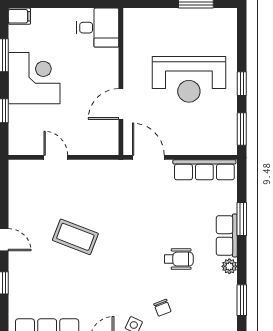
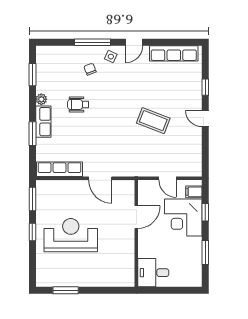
filing cabinet: (19, 16) -> (194, 192), moved
desk: (98, 28) -> (153, 273), moved
corner desk: (34, 78) -> (183, 218), moved
wall: (121, 82) -> (136, 233), moved
door: (121, 104) -> (136, 217), moved

